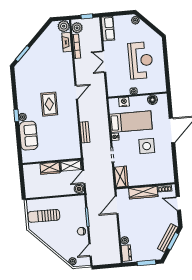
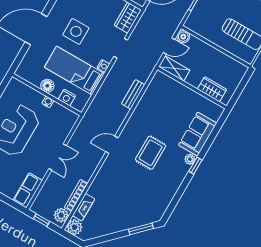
floor lamp: (152, 100) -> (47, 86), moved
wardrobe: (50, 168) -> (212, 89), moved

